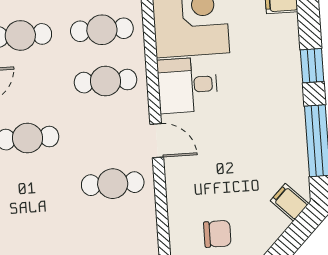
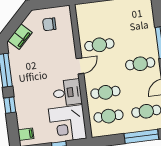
door: (157, 141) -> (80, 66), swing flipped
filing cabinet: (290, 202) -> (20, 37), width x2.00

